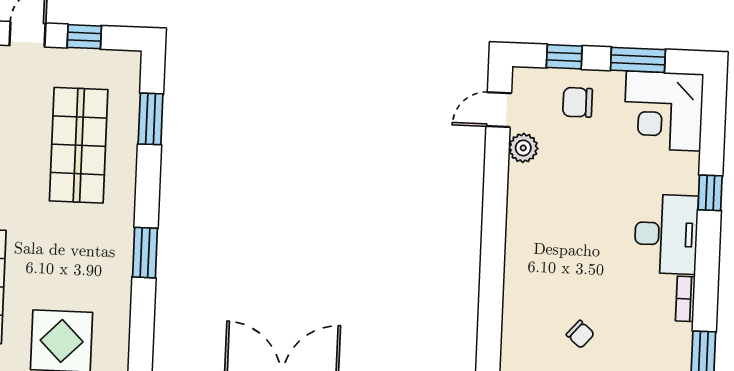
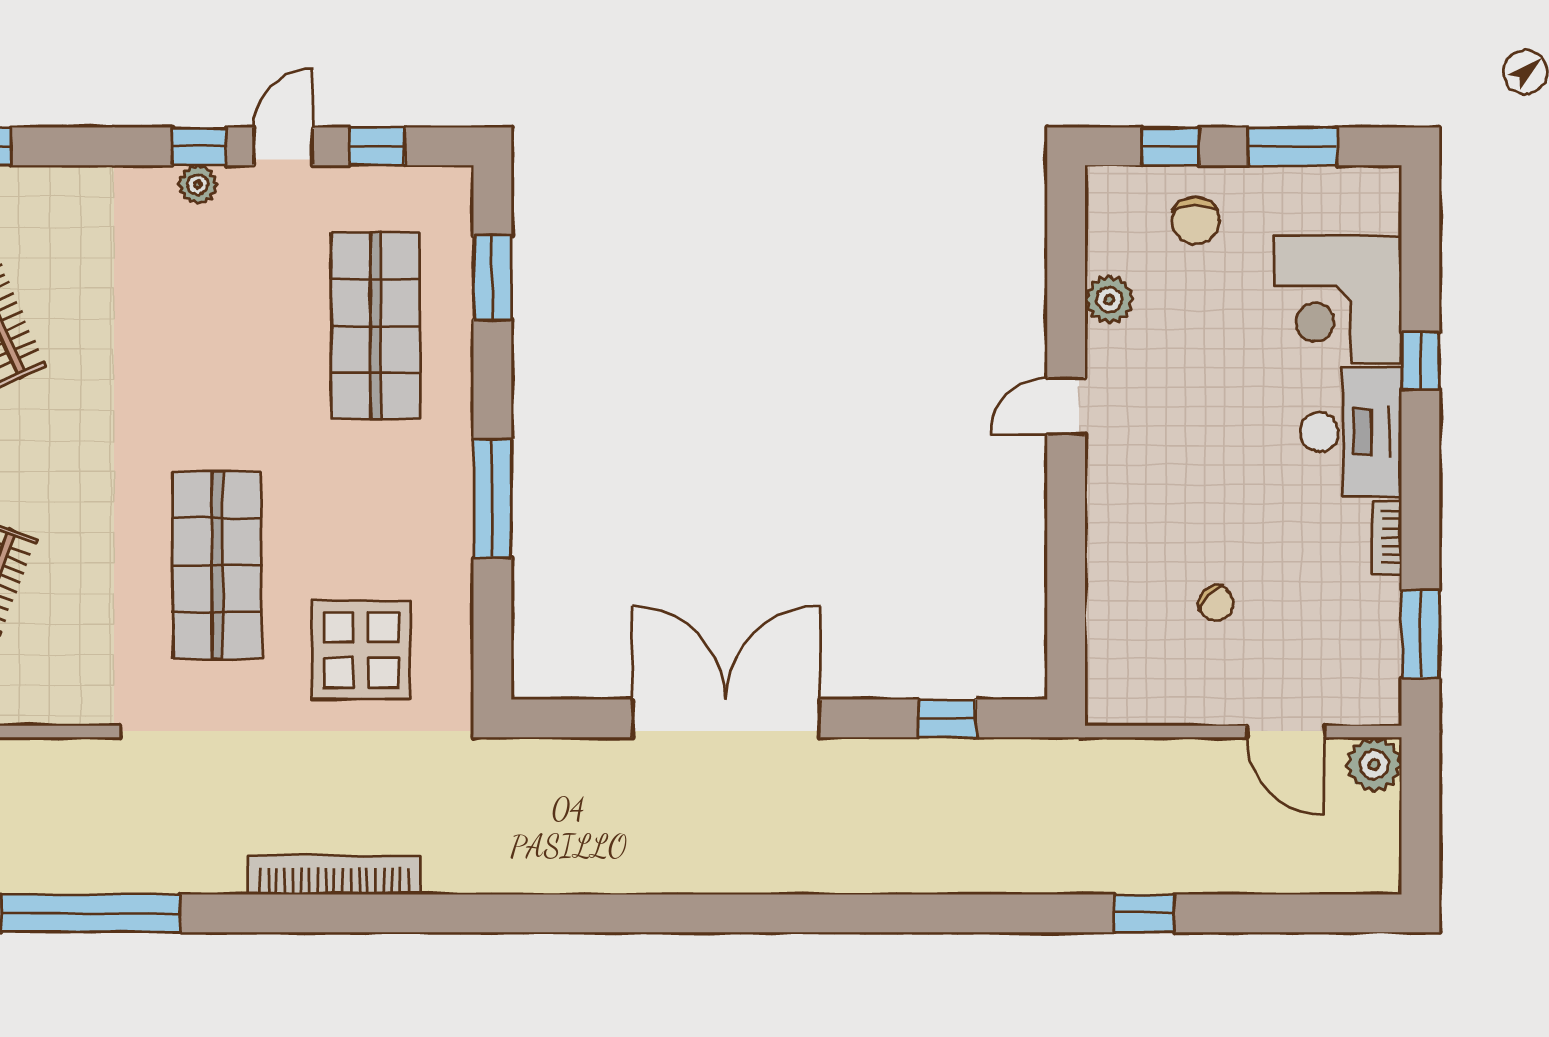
chair: (578, 102) -> (1196, 221), turned -90
door: (499, 110) -> (1066, 406), moved
corner desk: (663, 111) -> (1338, 299), moved
window: (145, 253) -> (492, 498), width x1.44

